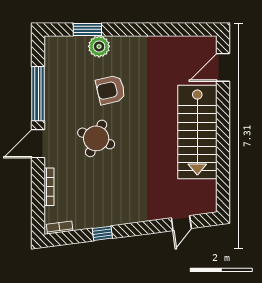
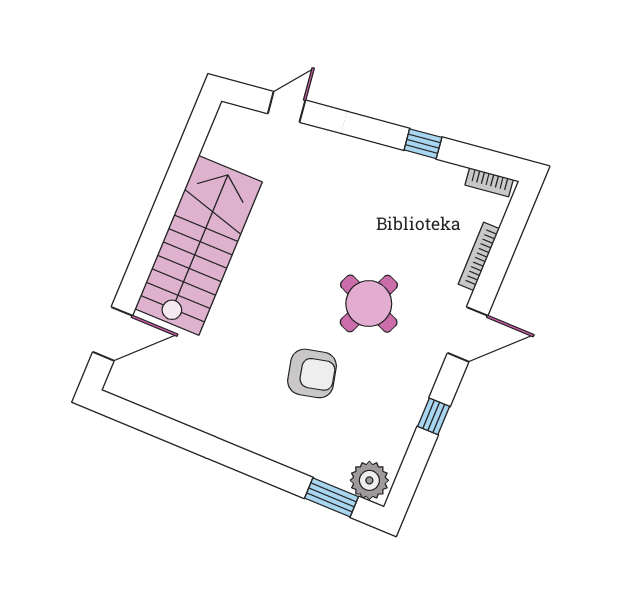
window: (87, 29) -> (331, 497), moved
plant: (99, 46) -> (369, 480), moved
window: (38, 94) -> (434, 416), width x0.32

